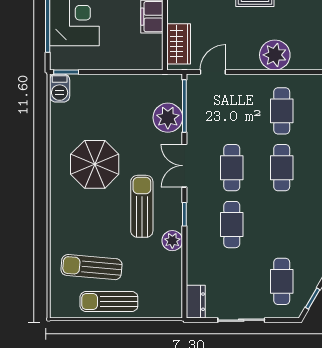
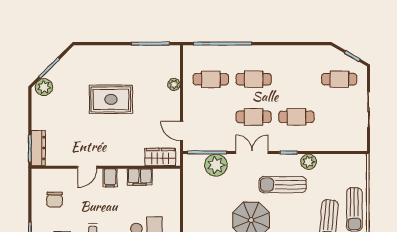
plant: (275, 55) -> (174, 84), width x0.53, depth x0.53
double door: (184, 166) -> (252, 153), swing flipped
dresser: (196, 302) -> (355, 144), removed

